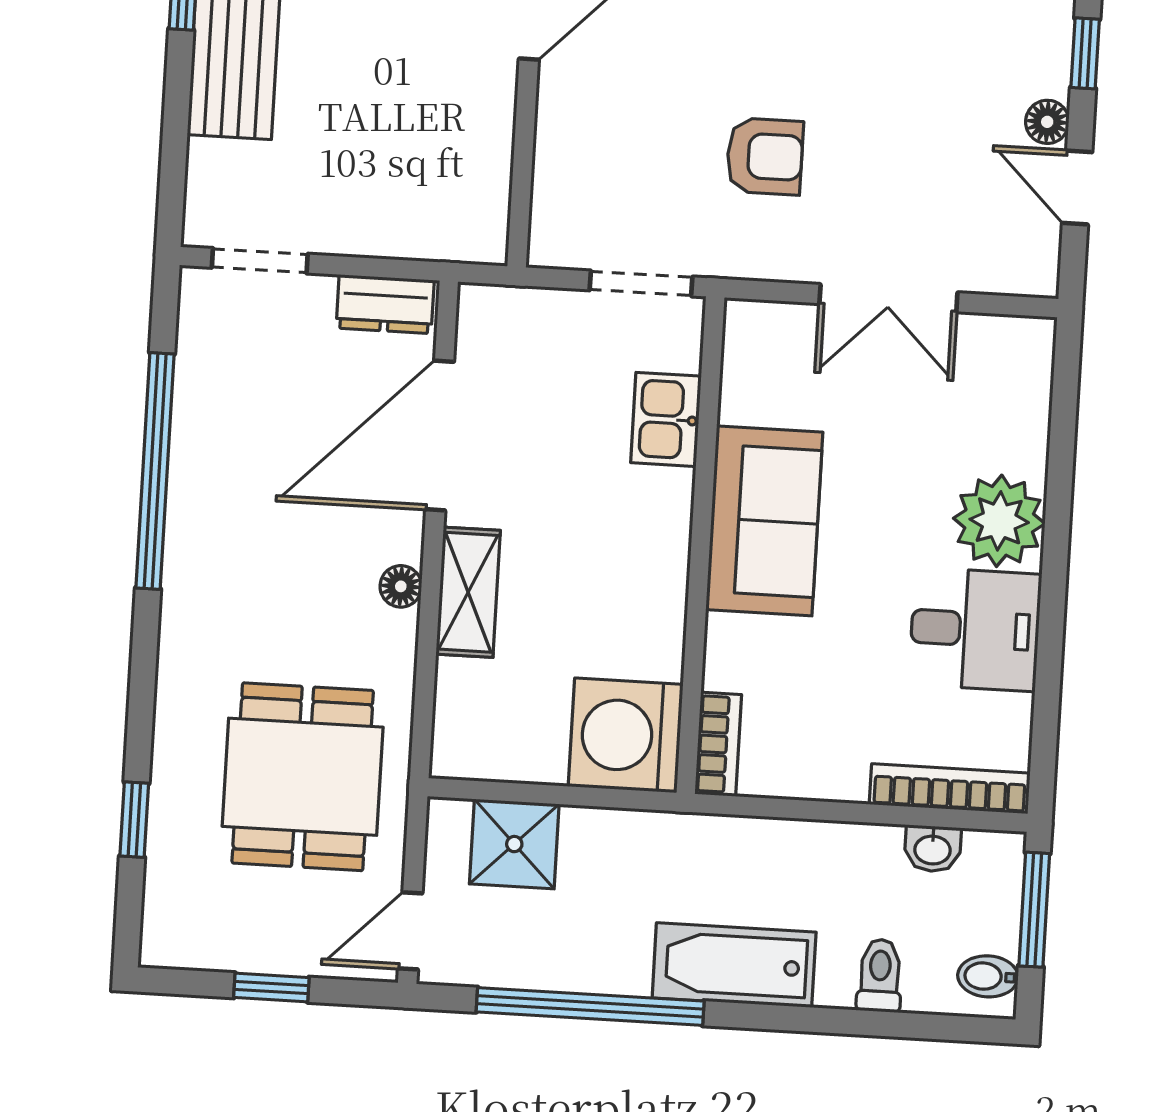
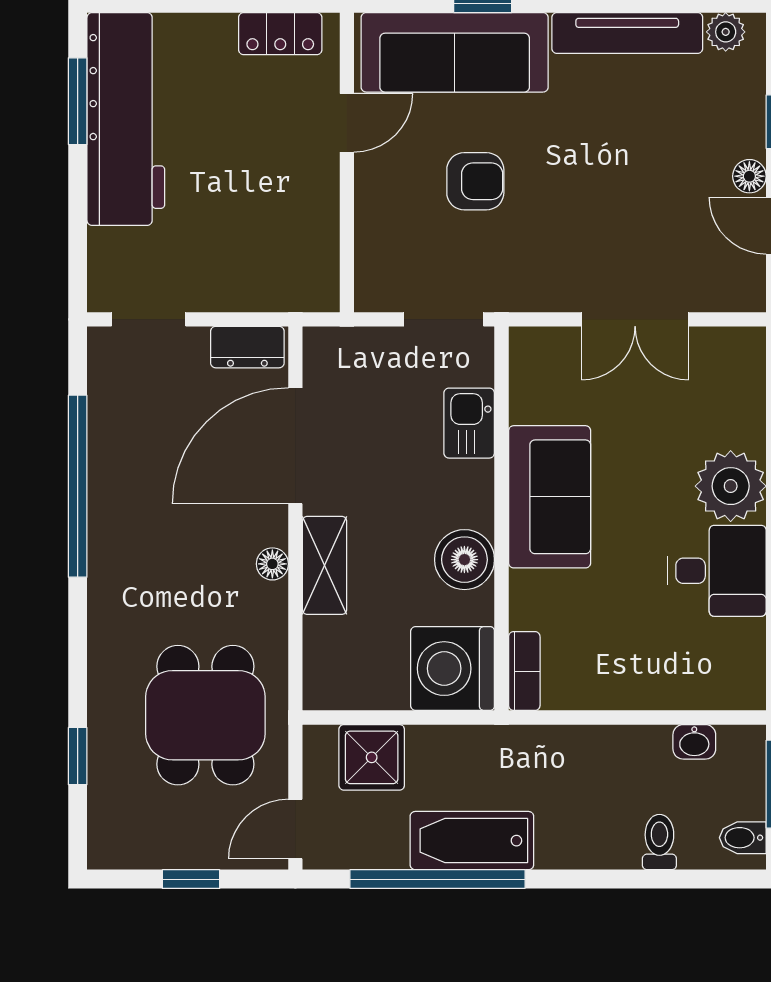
armchair: (765, 156) -> (475, 181), moved
boiler: (649, 595) -> (464, 560), added
bookcase: (950, 789) -> (705, 695), removed
bathtub: (734, 965) -> (472, 841), moved

